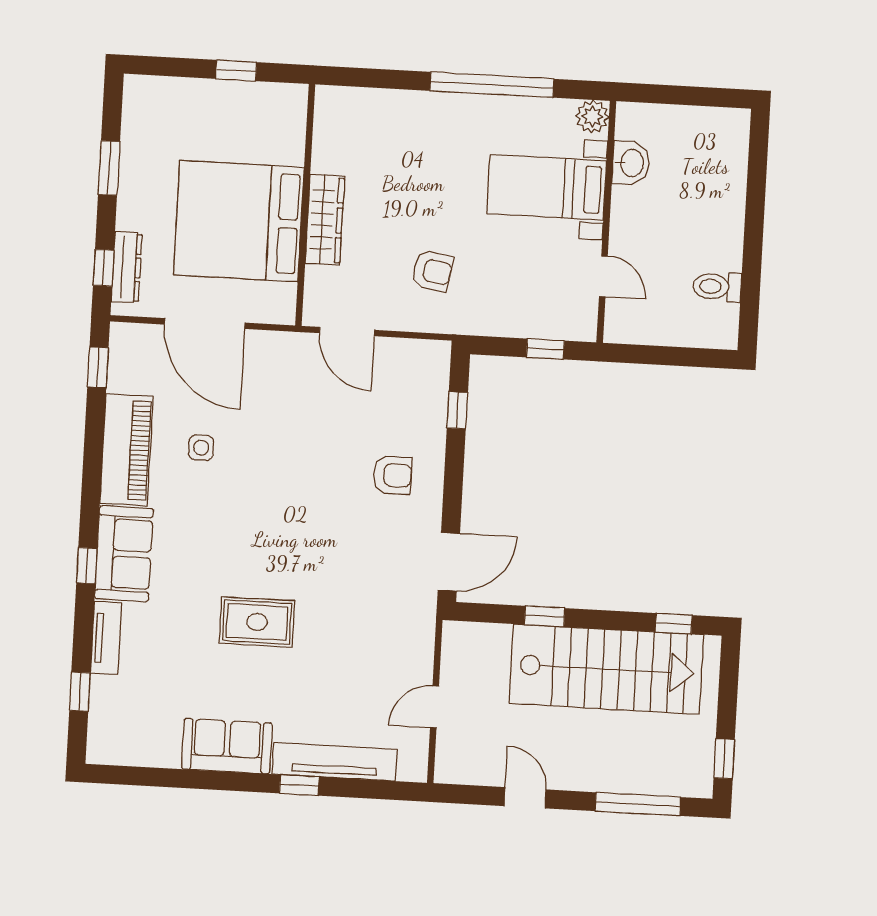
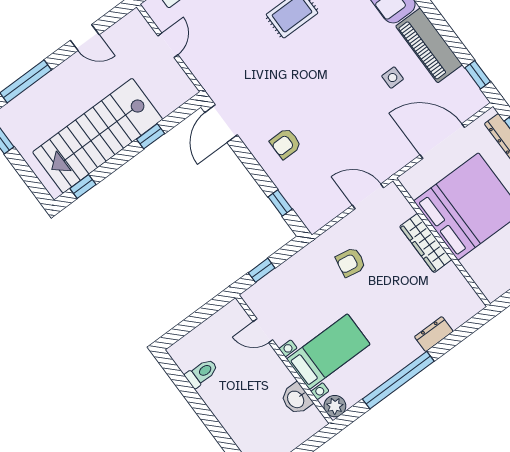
dresser: (405, 104) -> (434, 334), added

